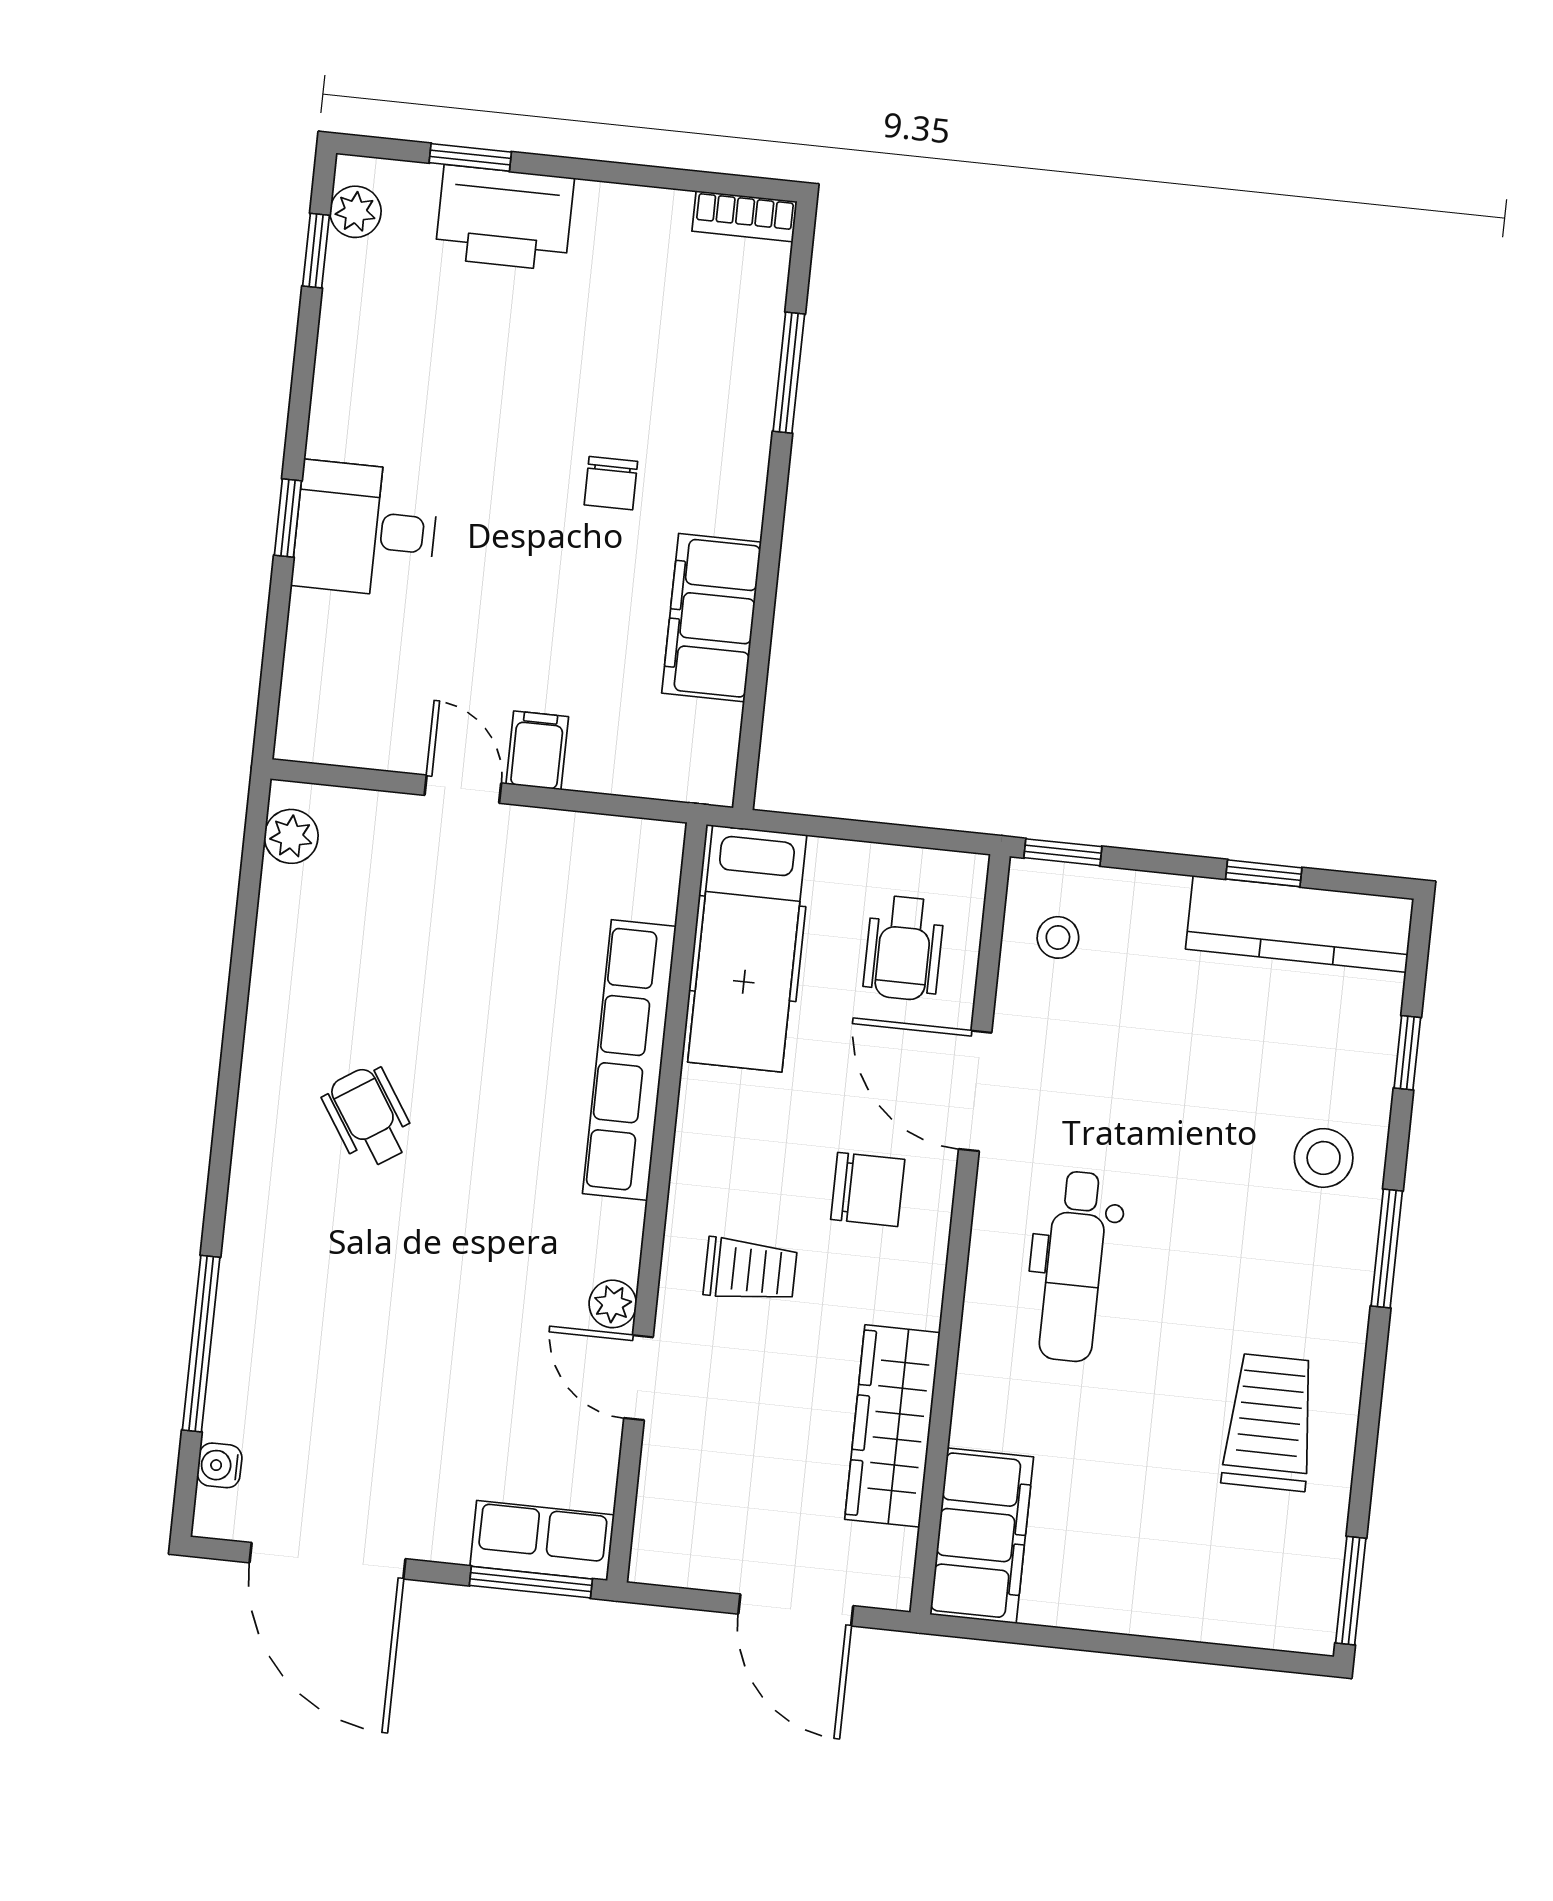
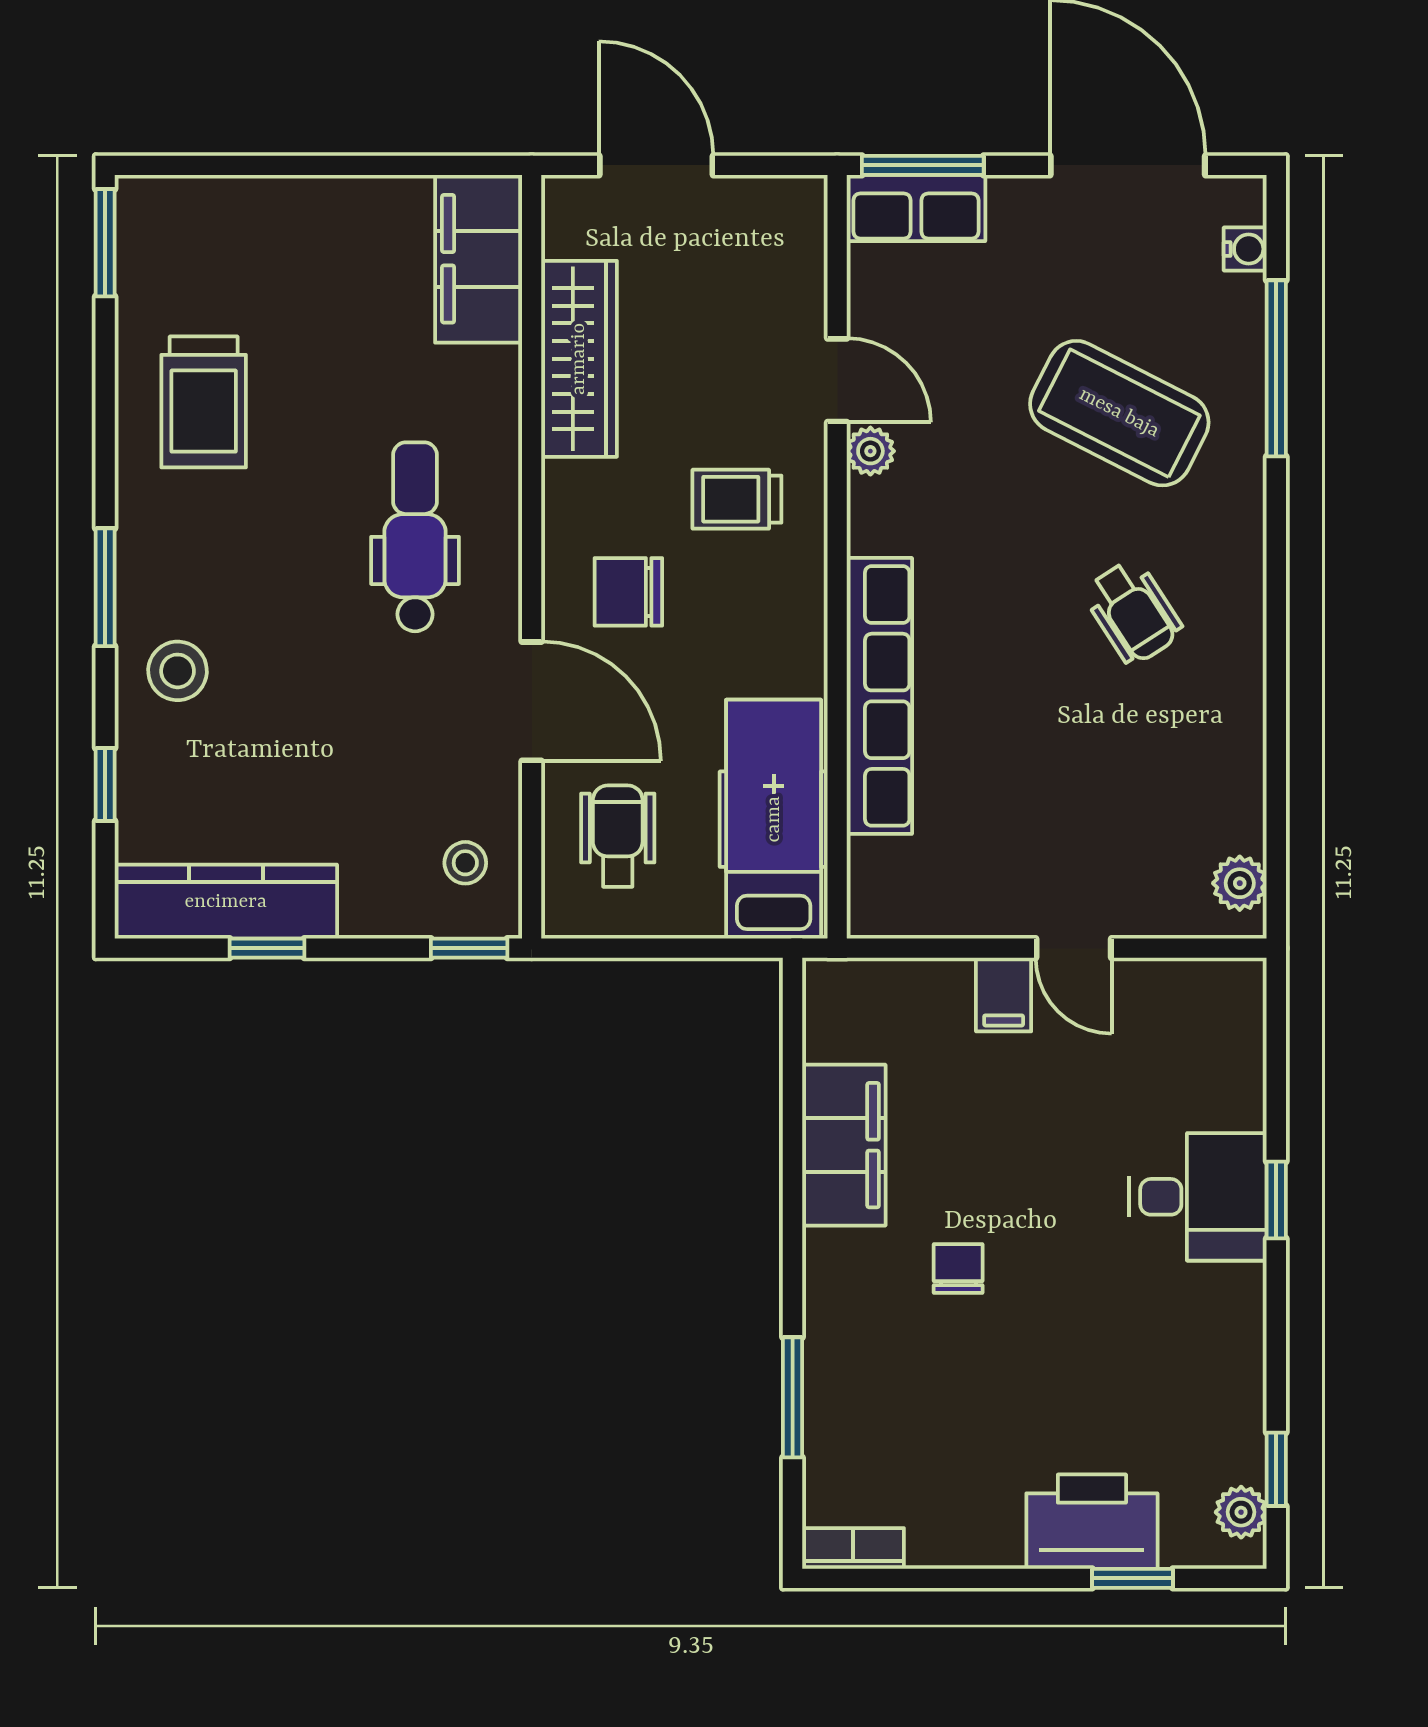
coffee table: (362, 1316) -> (1119, 413), added

